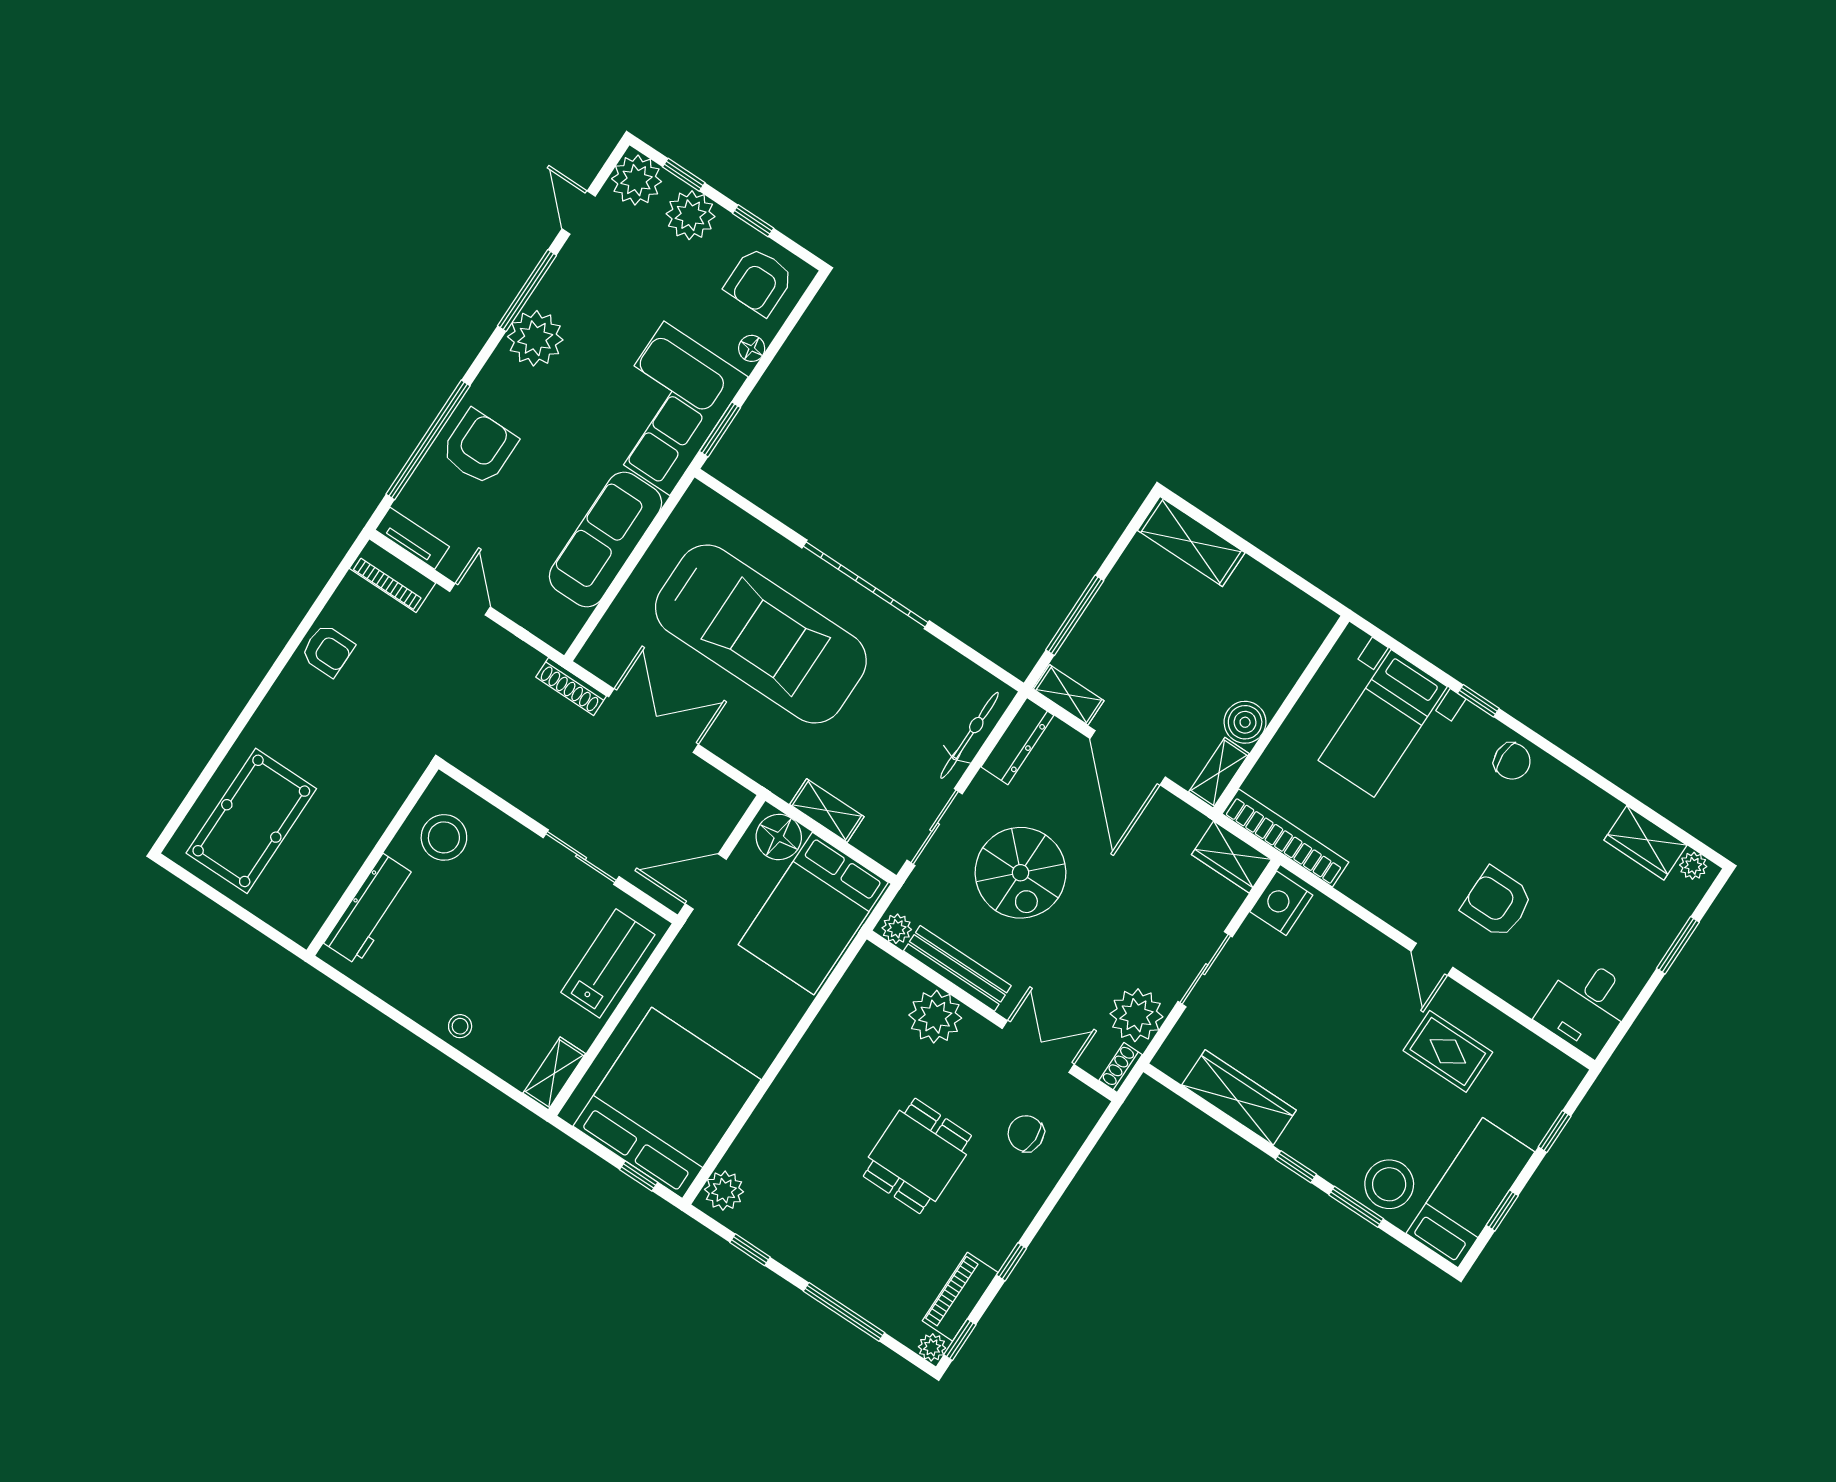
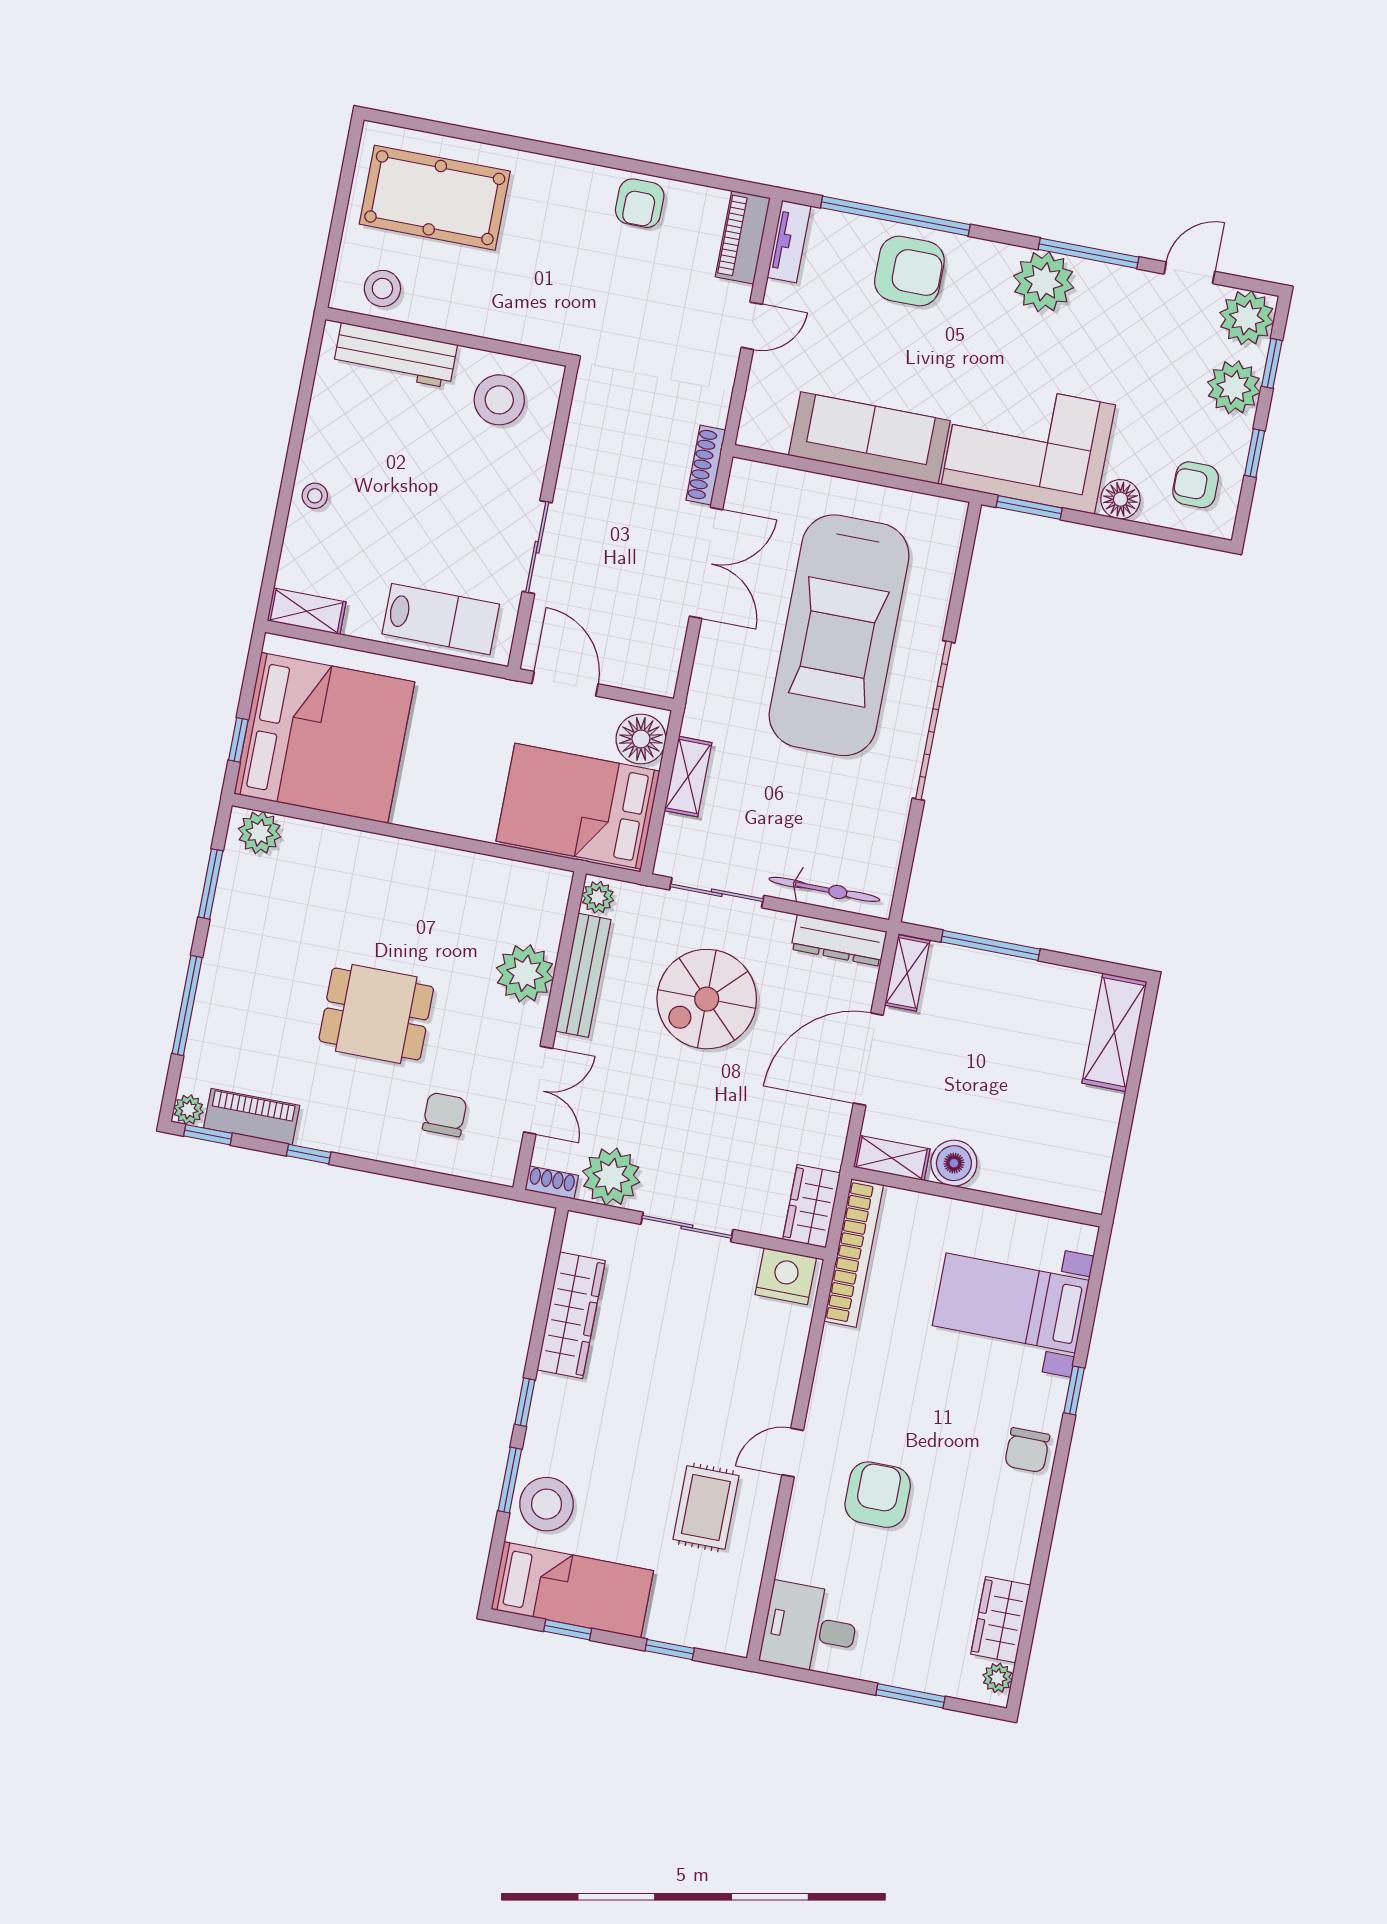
armchair: (759, 281) -> (1196, 485), width x0.72, depth x0.72
floor lamp: (752, 348) -> (1120, 499), width x1.37, depth x1.37
stool: (309, 897) -> (382, 288), added
window: (750, 1250) -> (211, 884), width x1.50

